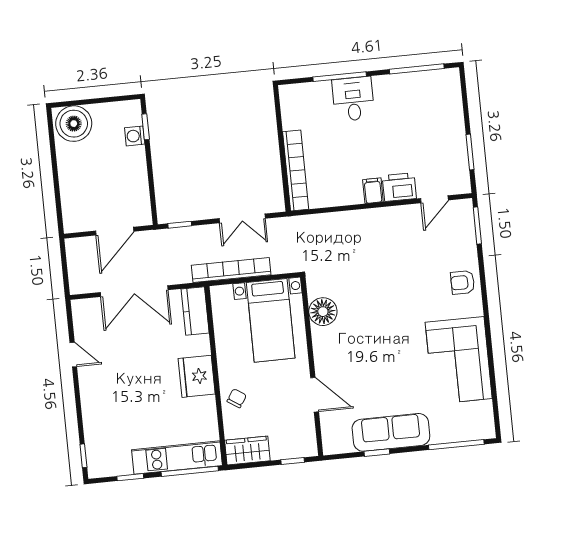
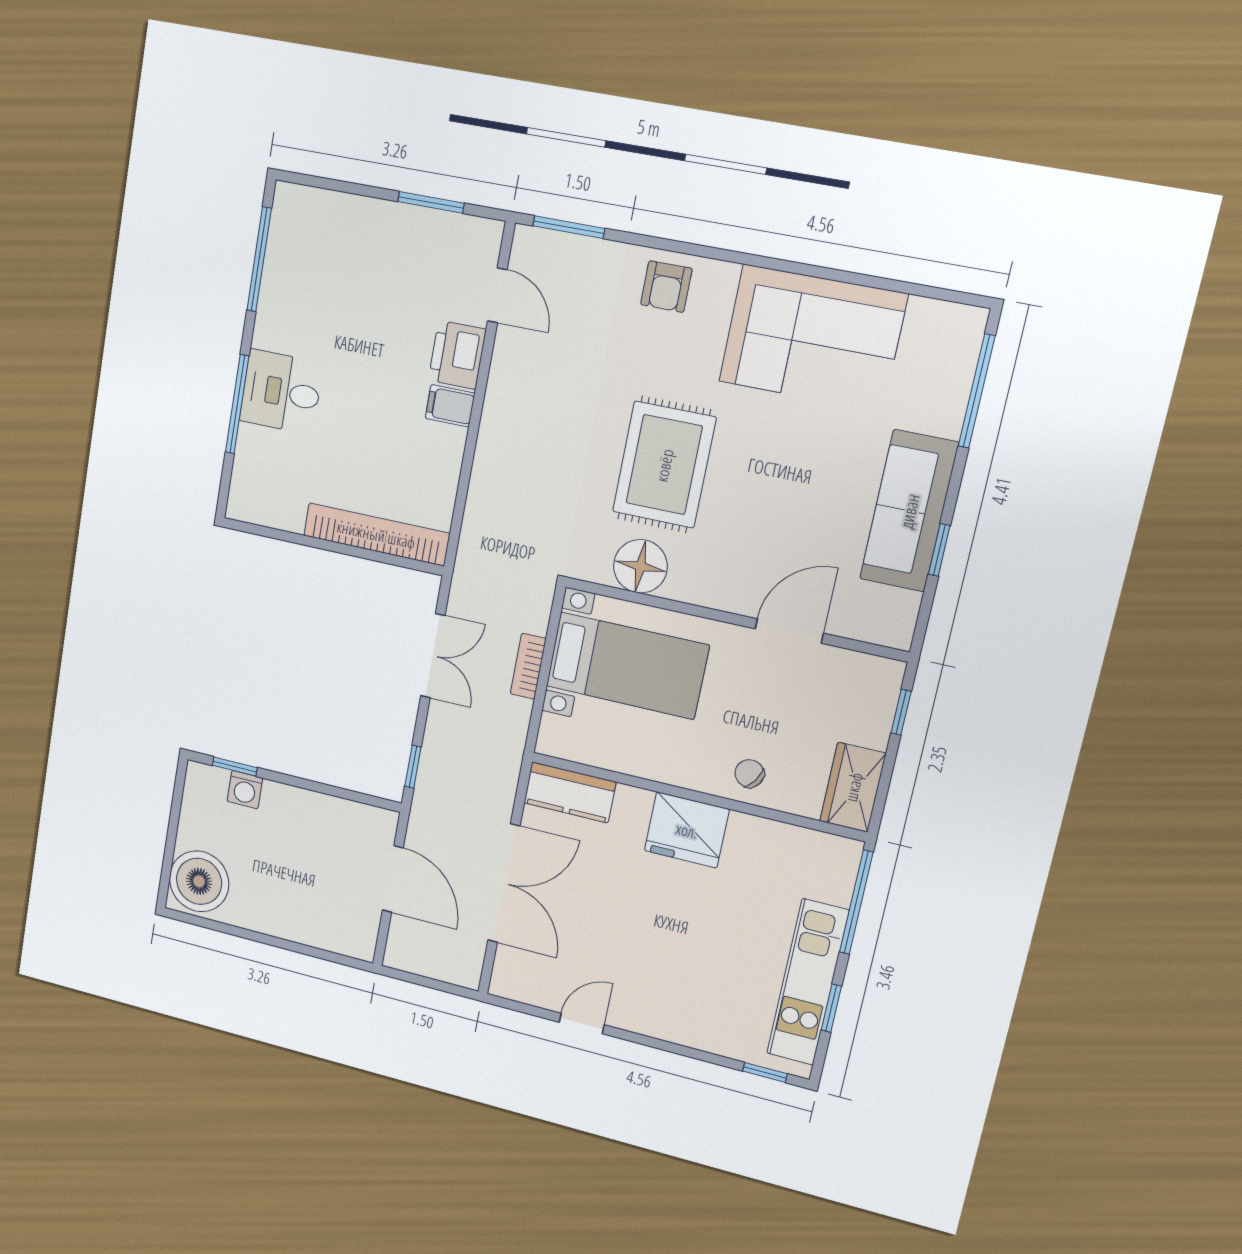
bookcase: (231, 270) -> (528, 666), width x0.43, depth x0.76
rug: (377, 308) -> (664, 465), added
kitchen unit: (177, 458) -> (808, 982), moved

